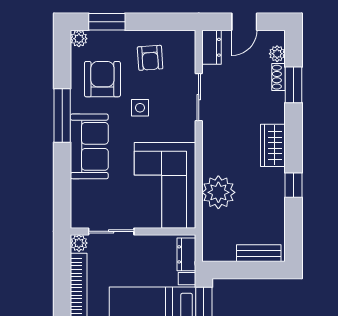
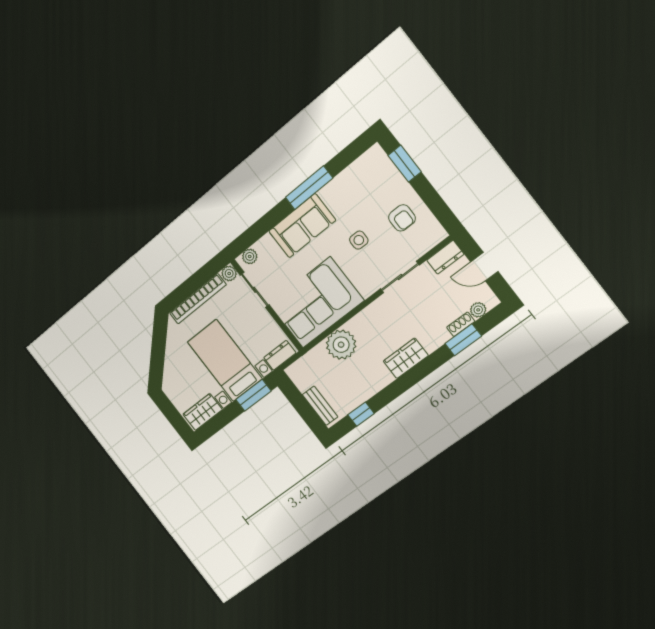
plant: (79, 39) -> (250, 256), moved
armchair: (150, 58) -> (402, 218), turned -86
armchair: (102, 79) -> (359, 195), removed
window: (294, 185) -> (361, 414), moved

